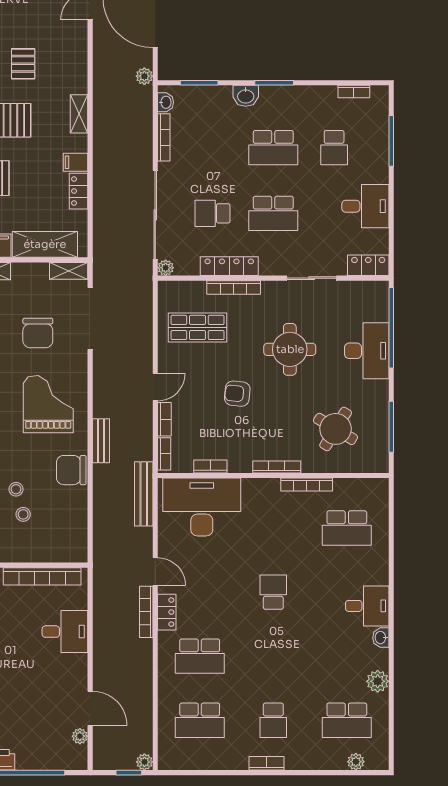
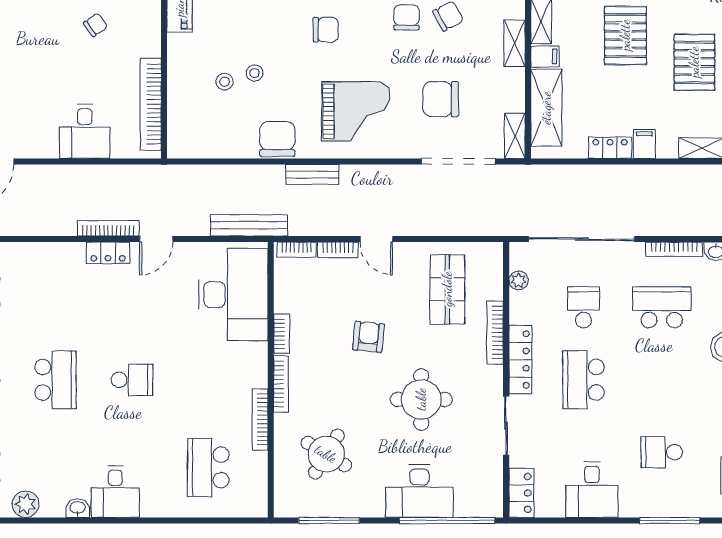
school desk: (273, 148) -> (662, 307), moved, turned 90
locker: (229, 266) -> (520, 360), moved
plant: (166, 268) -> (519, 280), moved
bookcase: (210, 466) -> (282, 334), moved
school desk: (200, 656) -> (55, 380), moved, turned 180

